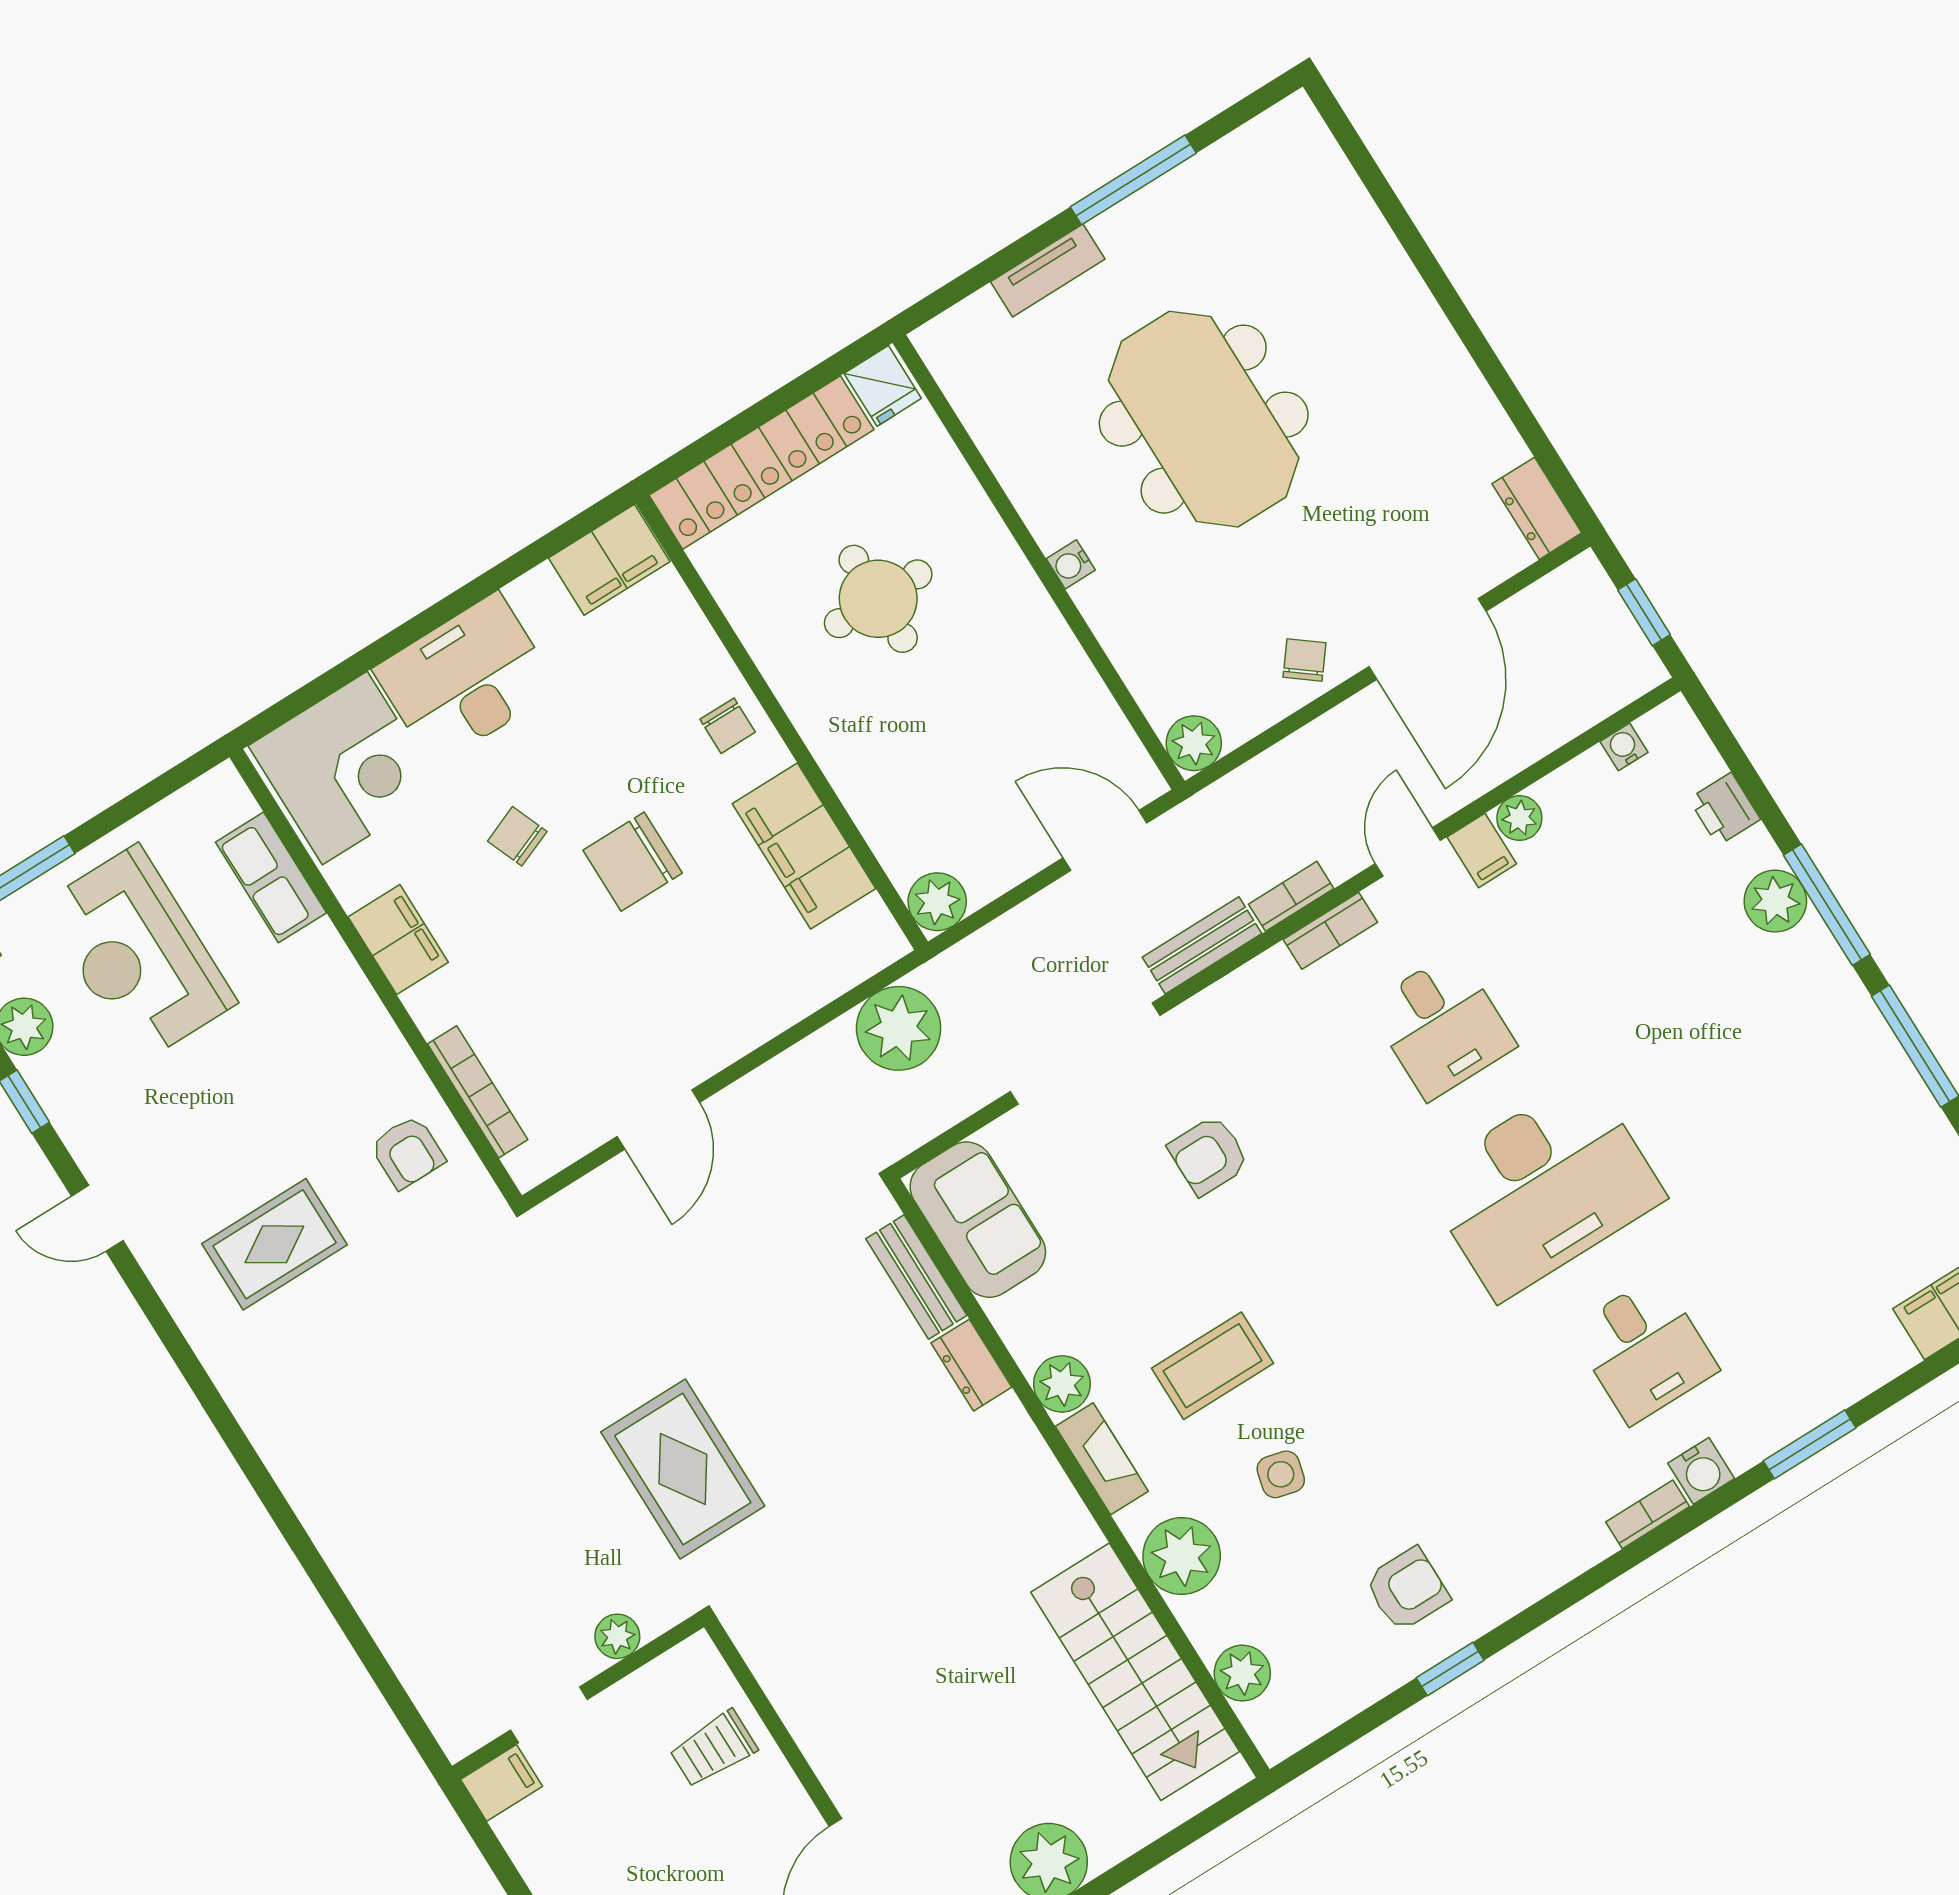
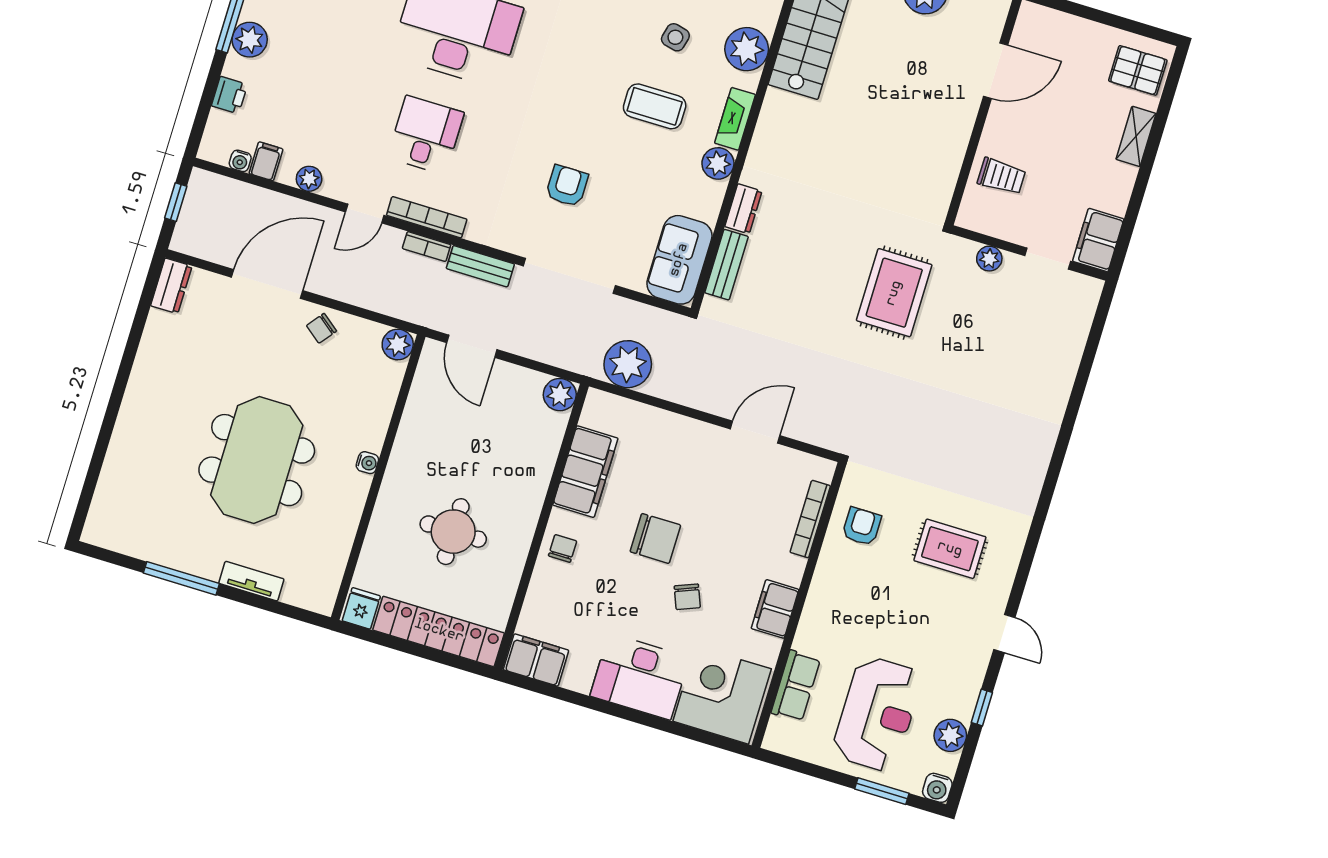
filing cabinet: (1482, 850) -> (266, 161), moved
bookcase: (1330, 931) -> (427, 217), width x1.56
armchair: (1209, 1155) -> (567, 186), turned -90
filing cabinet: (502, 1783) -> (1098, 240), width x2.00

